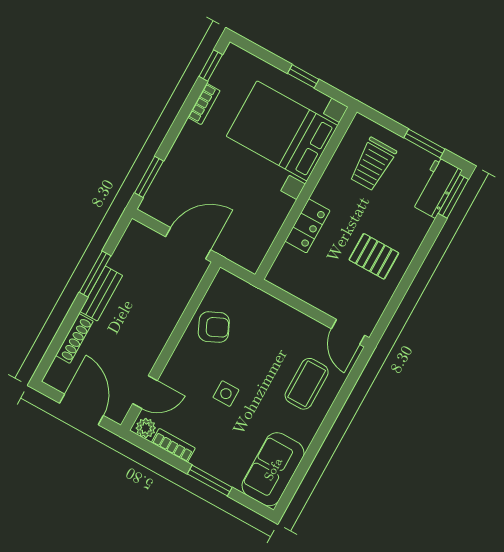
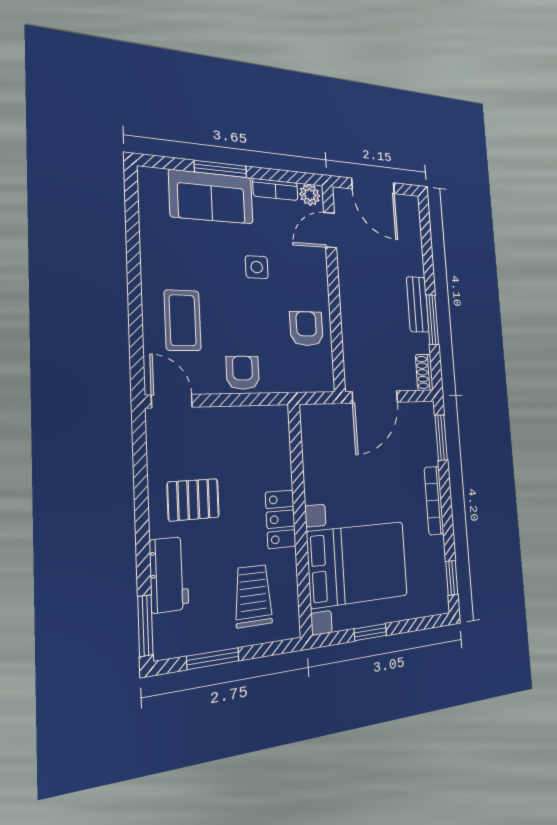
bookcase: (204, 104) -> (434, 501), moved, width x1.56
workbench: (436, 187) -> (169, 575), moved
locker: (308, 226) -> (281, 519), moved
armchair: (285, 323) -> (243, 373), added
armchair: (214, 327) -> (306, 329), turned 115
shoe rack: (74, 338) -> (424, 372), moved, width x0.70
sofa: (273, 469) -> (211, 197), moved, turned 90

